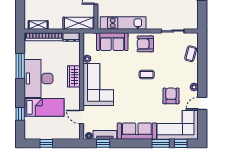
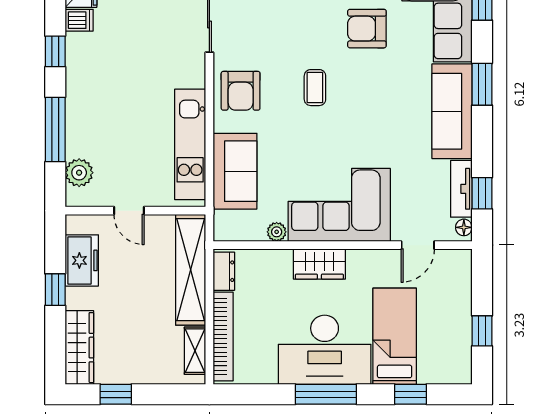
shelving: (79, 23) -> (191, 270), width x1.47
window: (20, 66) -> (326, 394), moved
window: (161, 143) -> (482, 84), moved

